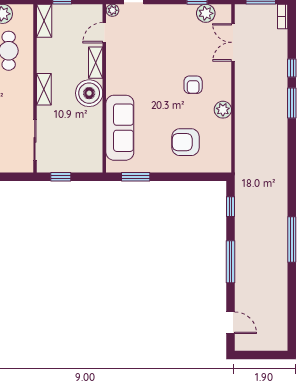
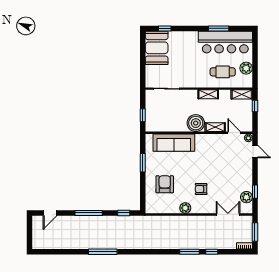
shelving: (44, 89) -> (208, 94), moved
window: (61, 177) -> (143, 115), moved
window: (136, 177) -> (143, 163), moved

